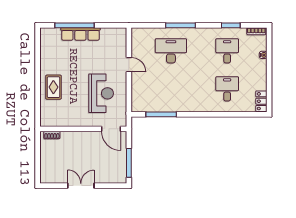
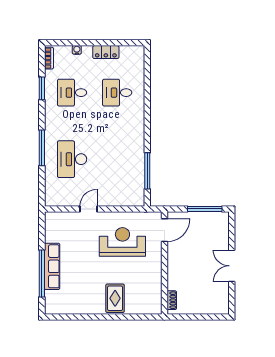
rug: (53, 87) -> (115, 298), turned 90
locker: (261, 101) -> (106, 52), moved

